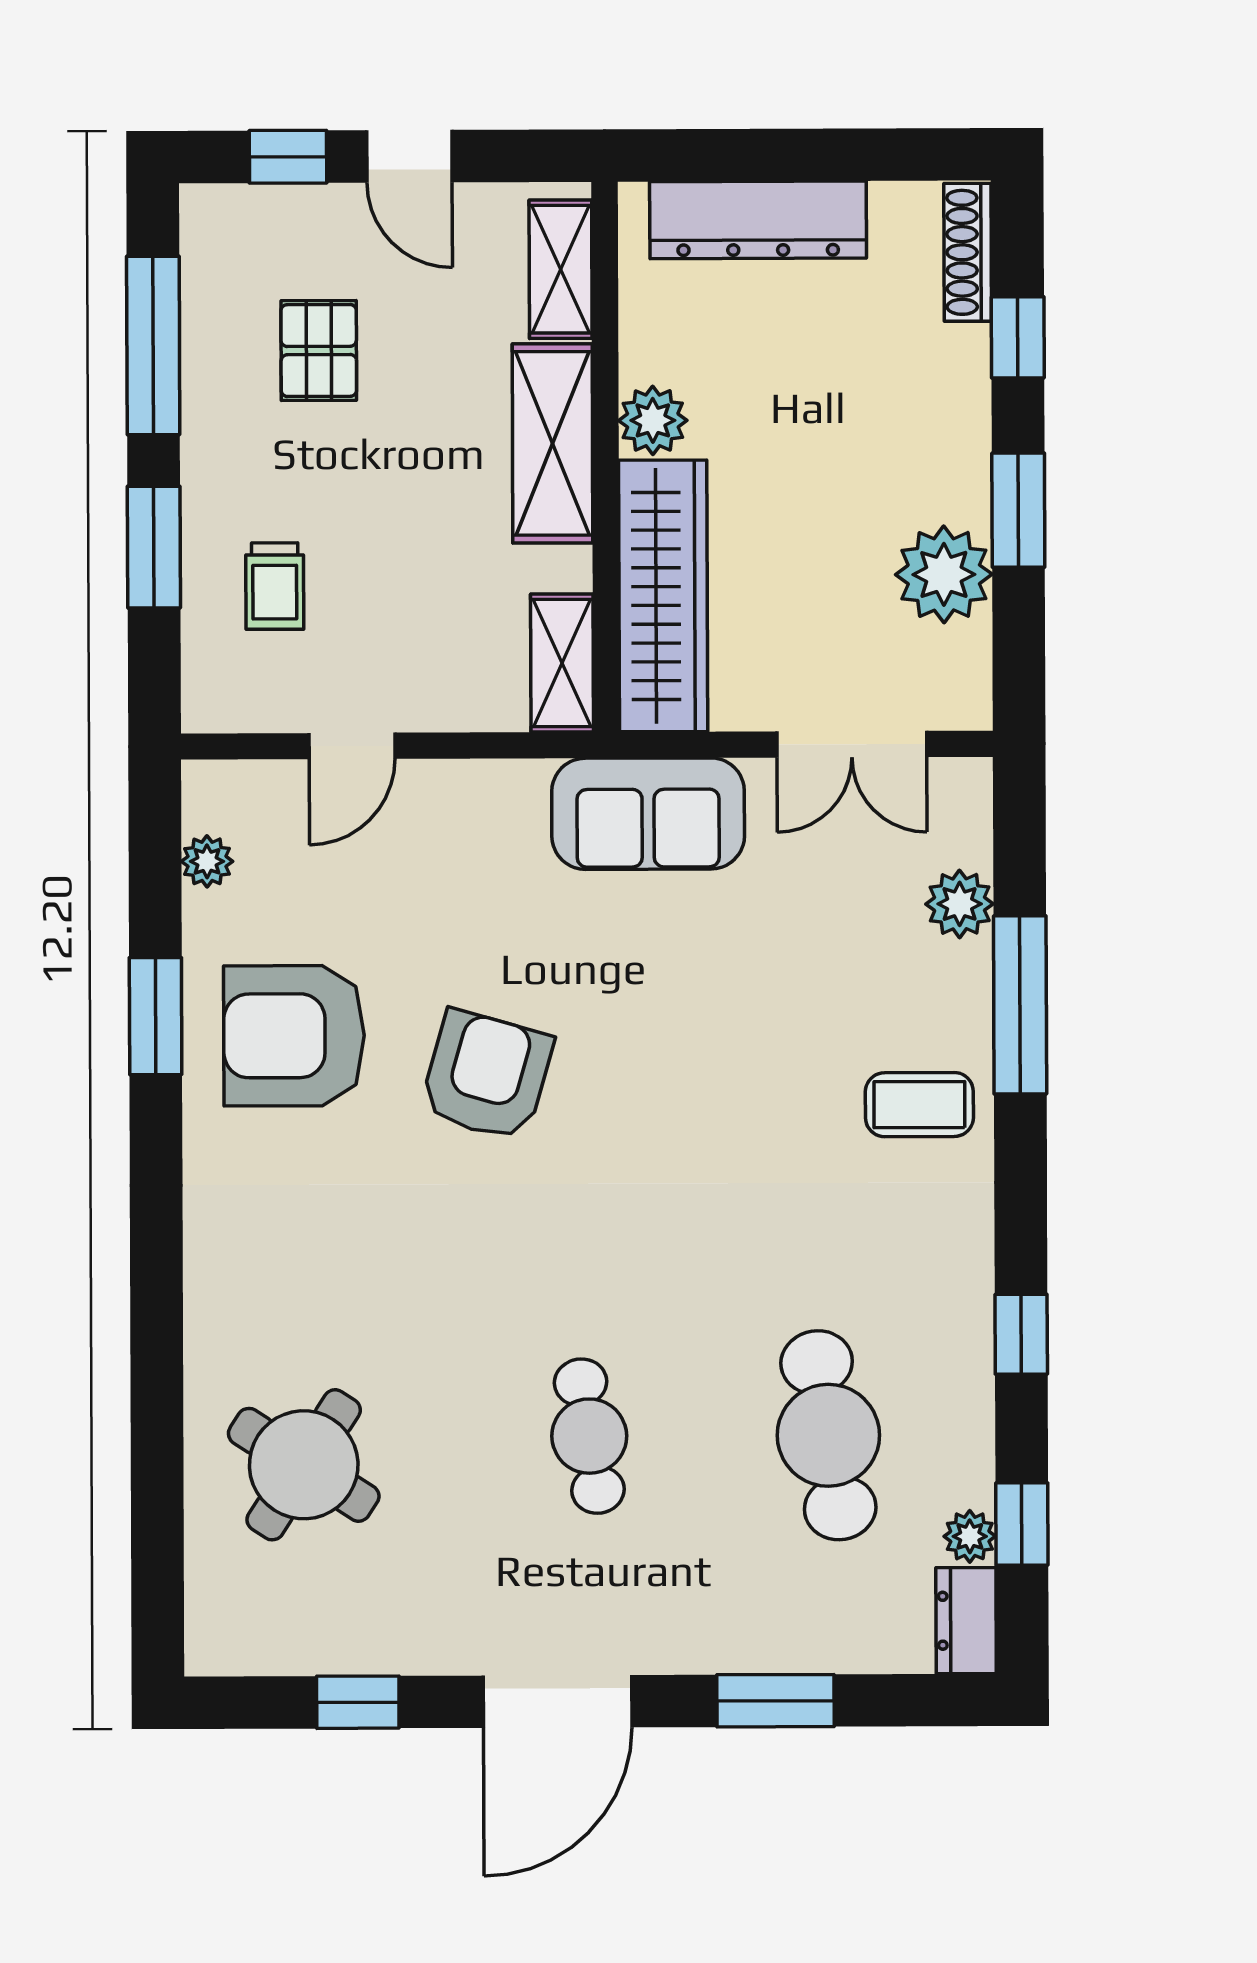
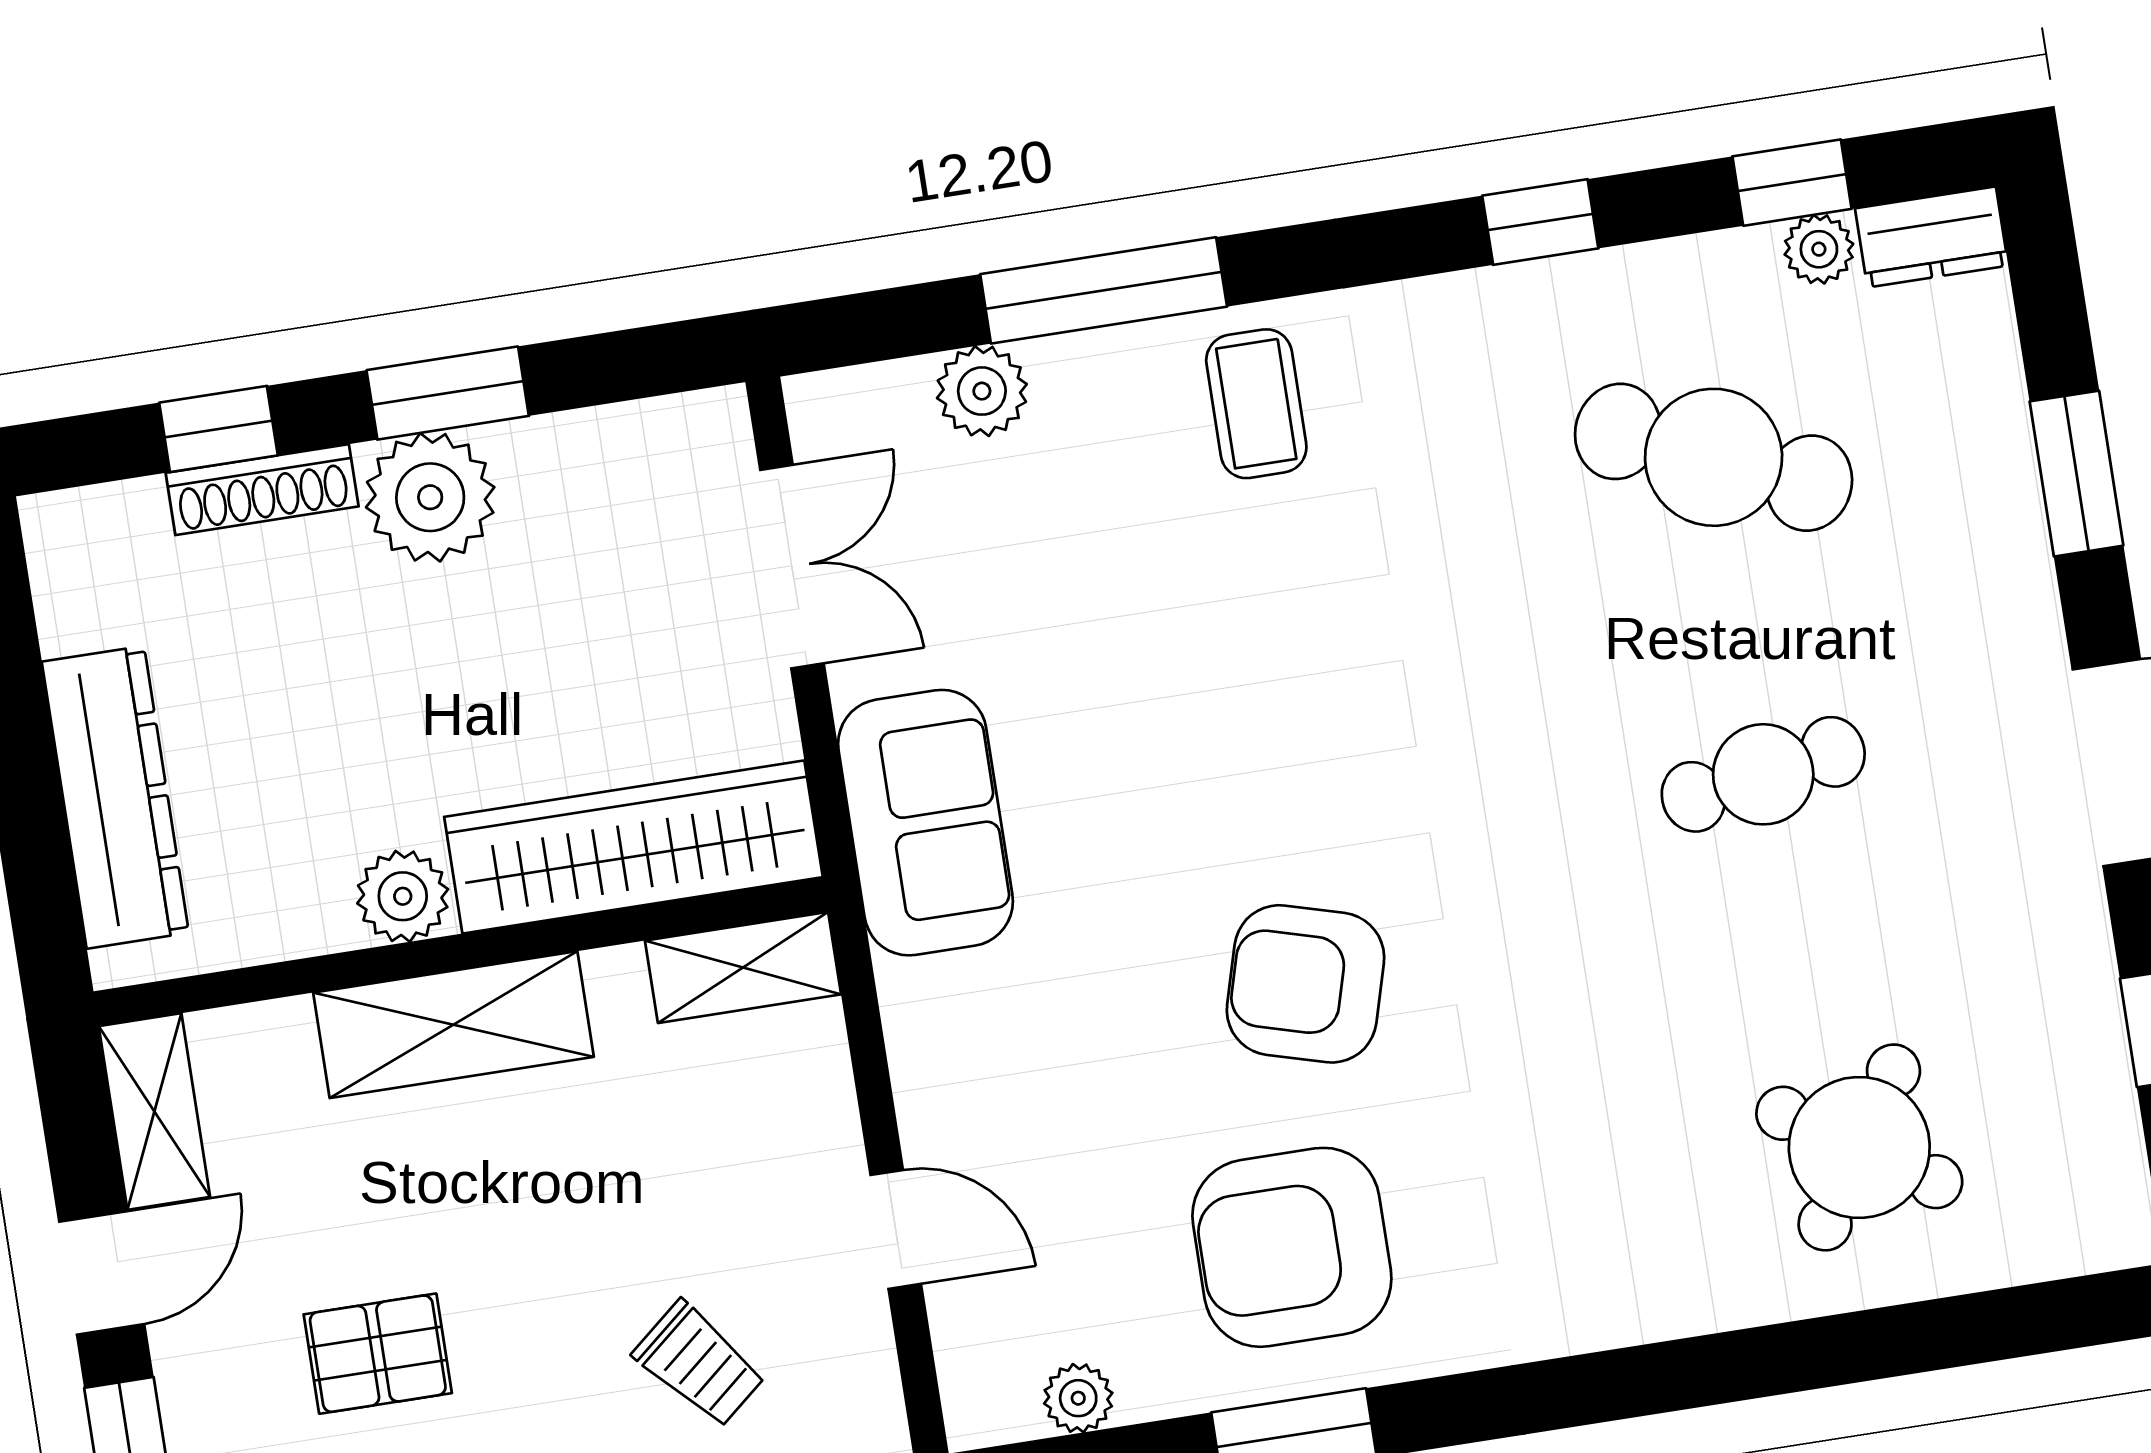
shoe rack: (968, 252) -> (262, 490), moved
shelving: (561, 269) -> (154, 1111), moved, turned 90
plant: (944, 574) -> (430, 497), moved
trolley: (275, 586) -> (699, 1364), turned 50
armchair: (294, 1036) -> (1292, 1247), turned 90
cafe table: (828, 1435) -> (1714, 457), turned 33

